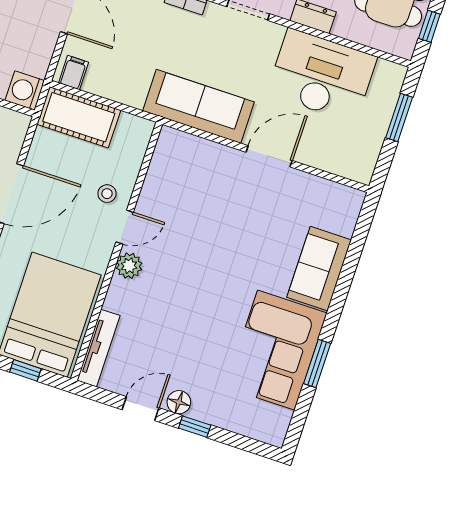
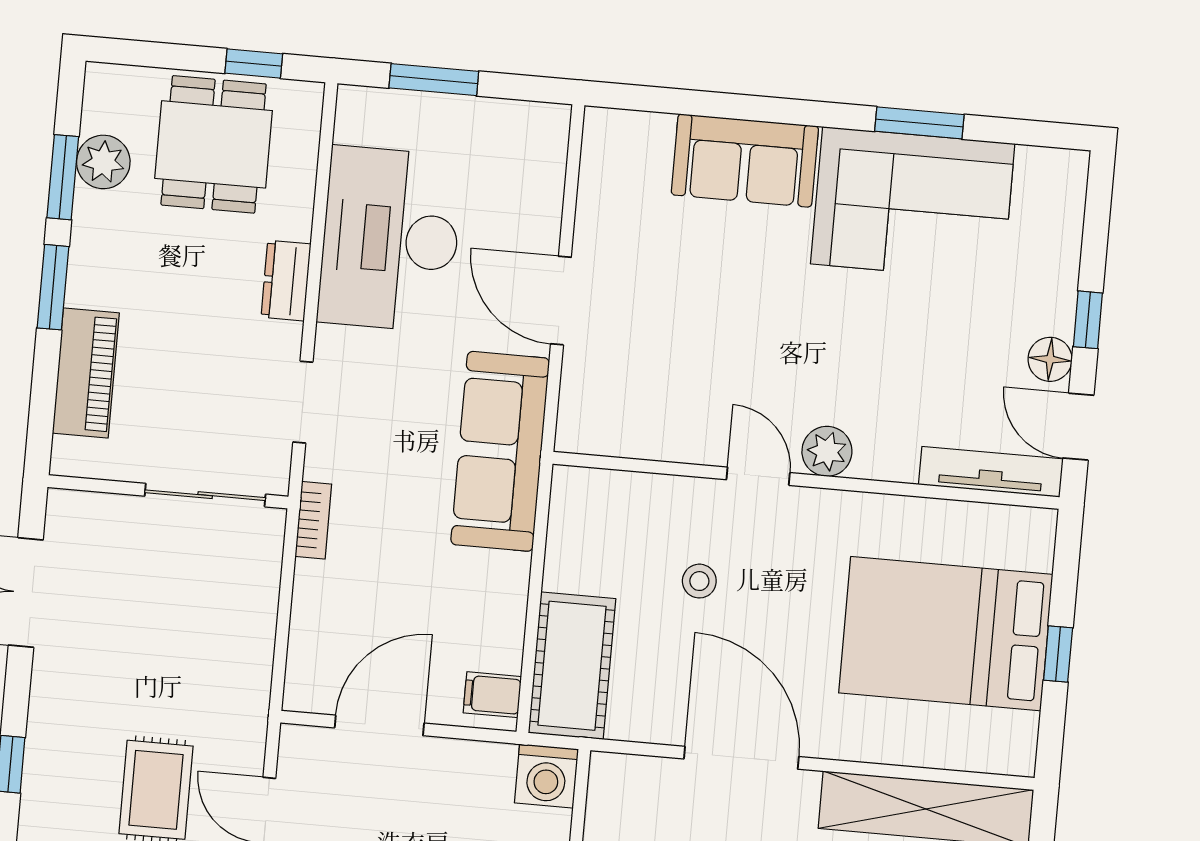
door: (125, 227) -> (758, 476), moved
wall: (117, 251) -> (806, 480), moved
plant: (129, 266) -> (827, 451), moved
tv unit: (98, 348) -> (991, 472), moved

